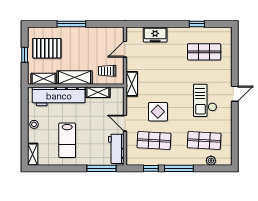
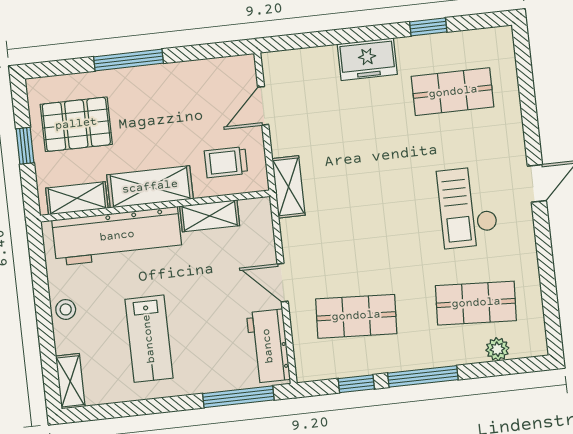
freezer: (155, 35) -> (367, 59), moved
display table: (158, 112) -> (358, 247), removed

